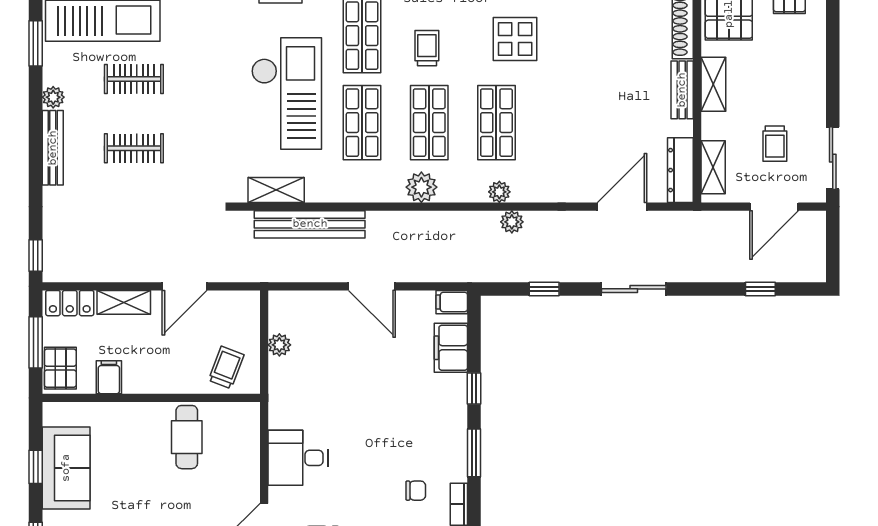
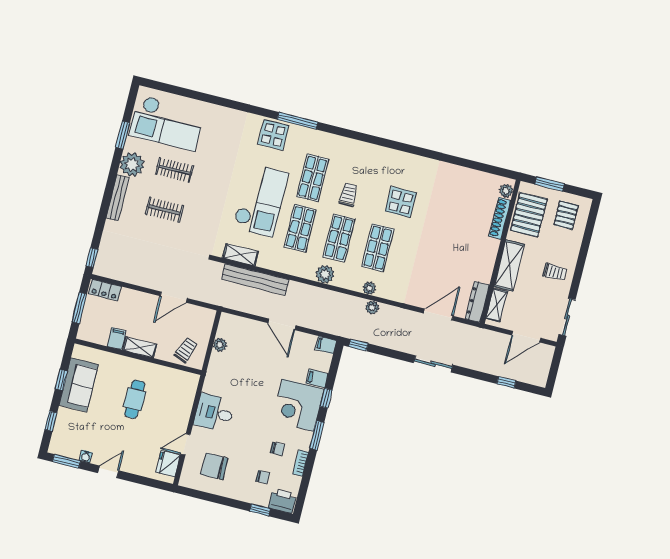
shelving: (713, 84) -> (509, 266), width x1.50, depth x1.33
bench: (682, 90) -> (490, 256), removed
plant: (53, 97) -> (132, 165), width x1.88, depth x1.88
trolley: (775, 144) -> (555, 272), moved, turned -90
window: (544, 289) -> (358, 345), moved
shelving: (124, 302) -> (140, 347), moved
filing cabinet: (451, 348) -> (317, 378), width x0.50
pallet: (60, 368) -> (90, 326), removed
corner desk: (431, 411) -> (298, 405), added
cafe table: (187, 437) -> (135, 399), moved

